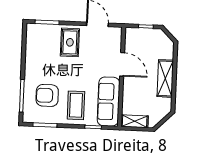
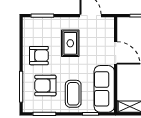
rug: (70, 42) -> (70, 43), moved
armchair: (42, 64) -> (39, 56), added

